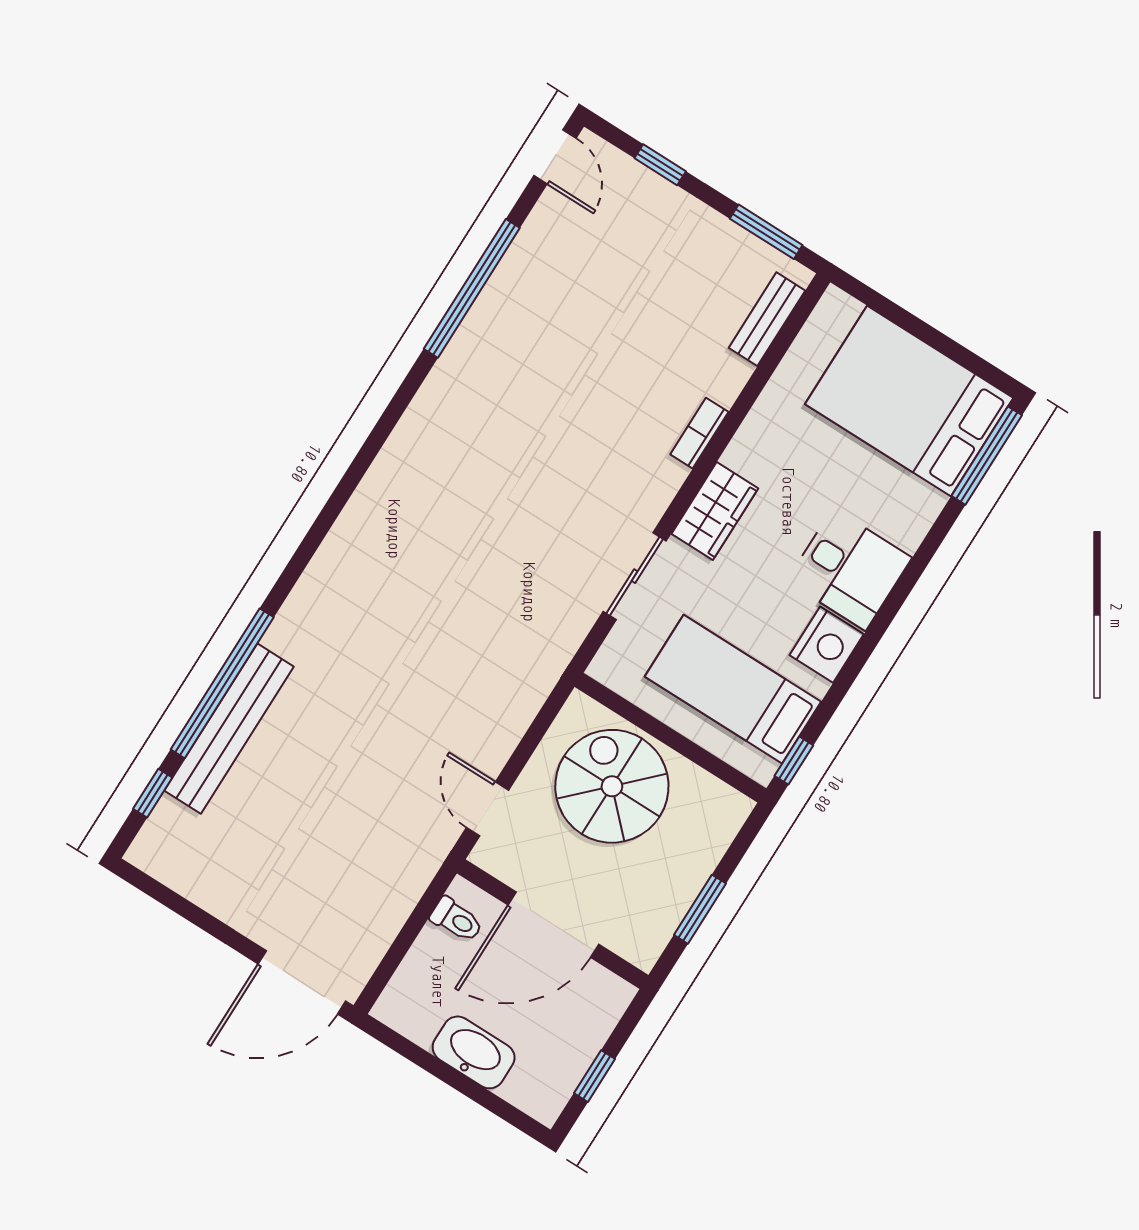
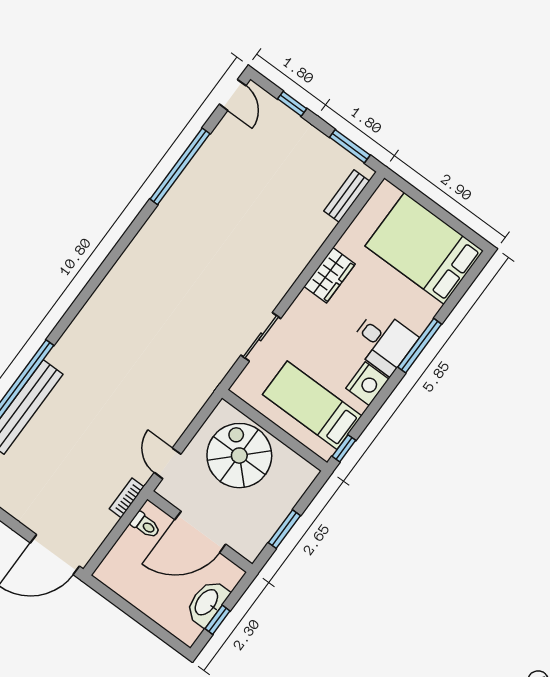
bookcase: (699, 433) -> (127, 498), moved
window: (987, 456) -> (420, 346), moved
wardrobe: (715, 511) -> (330, 275), moved
washbasin: (474, 1052) -> (207, 603), moved, turned -90

